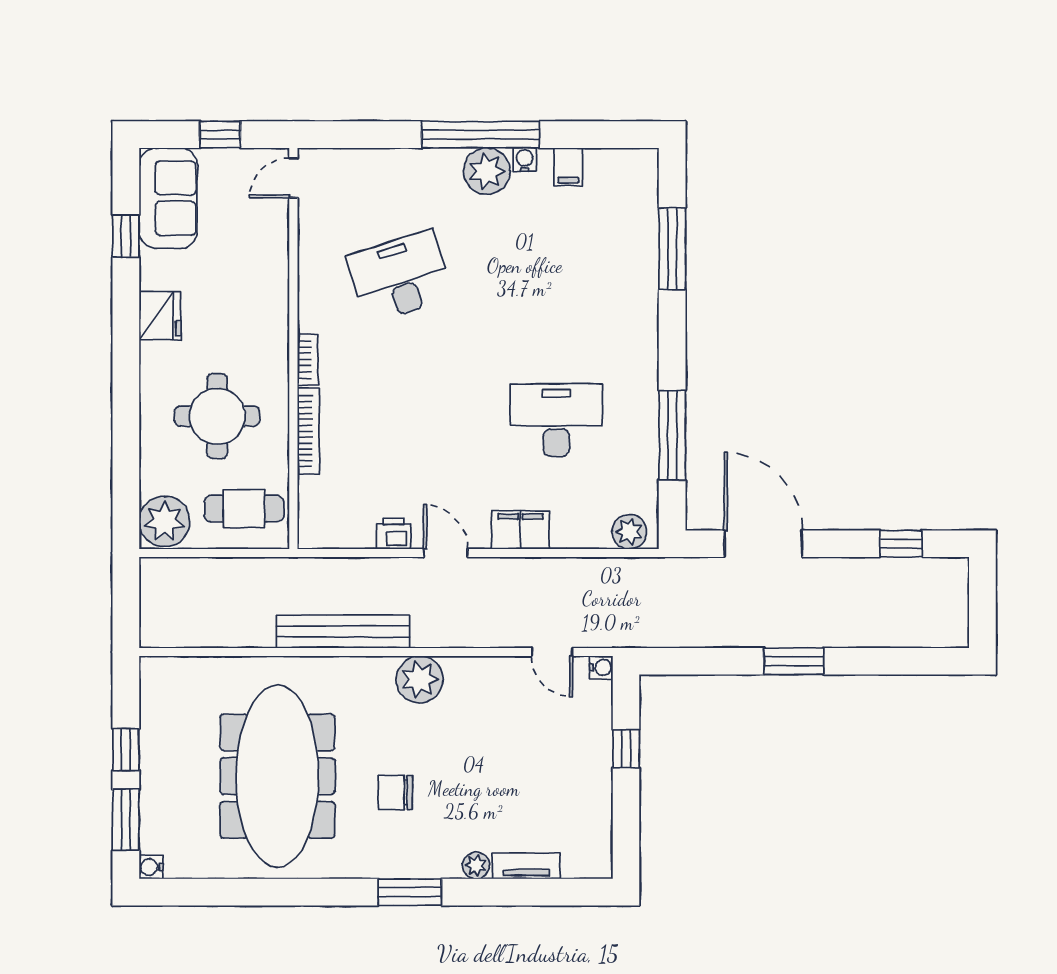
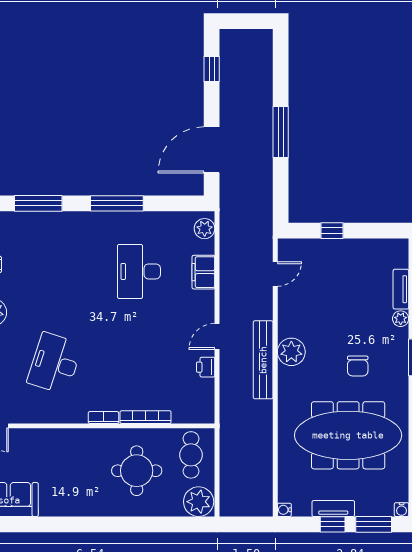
window: (126, 236) -> (31, 524), removed
desk: (400, 277) -> (55, 363), turned 36
fridge: (160, 316) -> (78, 504), removed
window: (672, 435) -> (117, 203), moved
filing cabinet: (520, 530) -> (203, 272), moved
bench: (343, 631) -> (263, 360), moved
window: (794, 661) -> (281, 132), width x1.44
water cooler: (601, 668) -> (284, 510), moved, turned -90
tv unit: (153, 751) -> (333, 509), added

